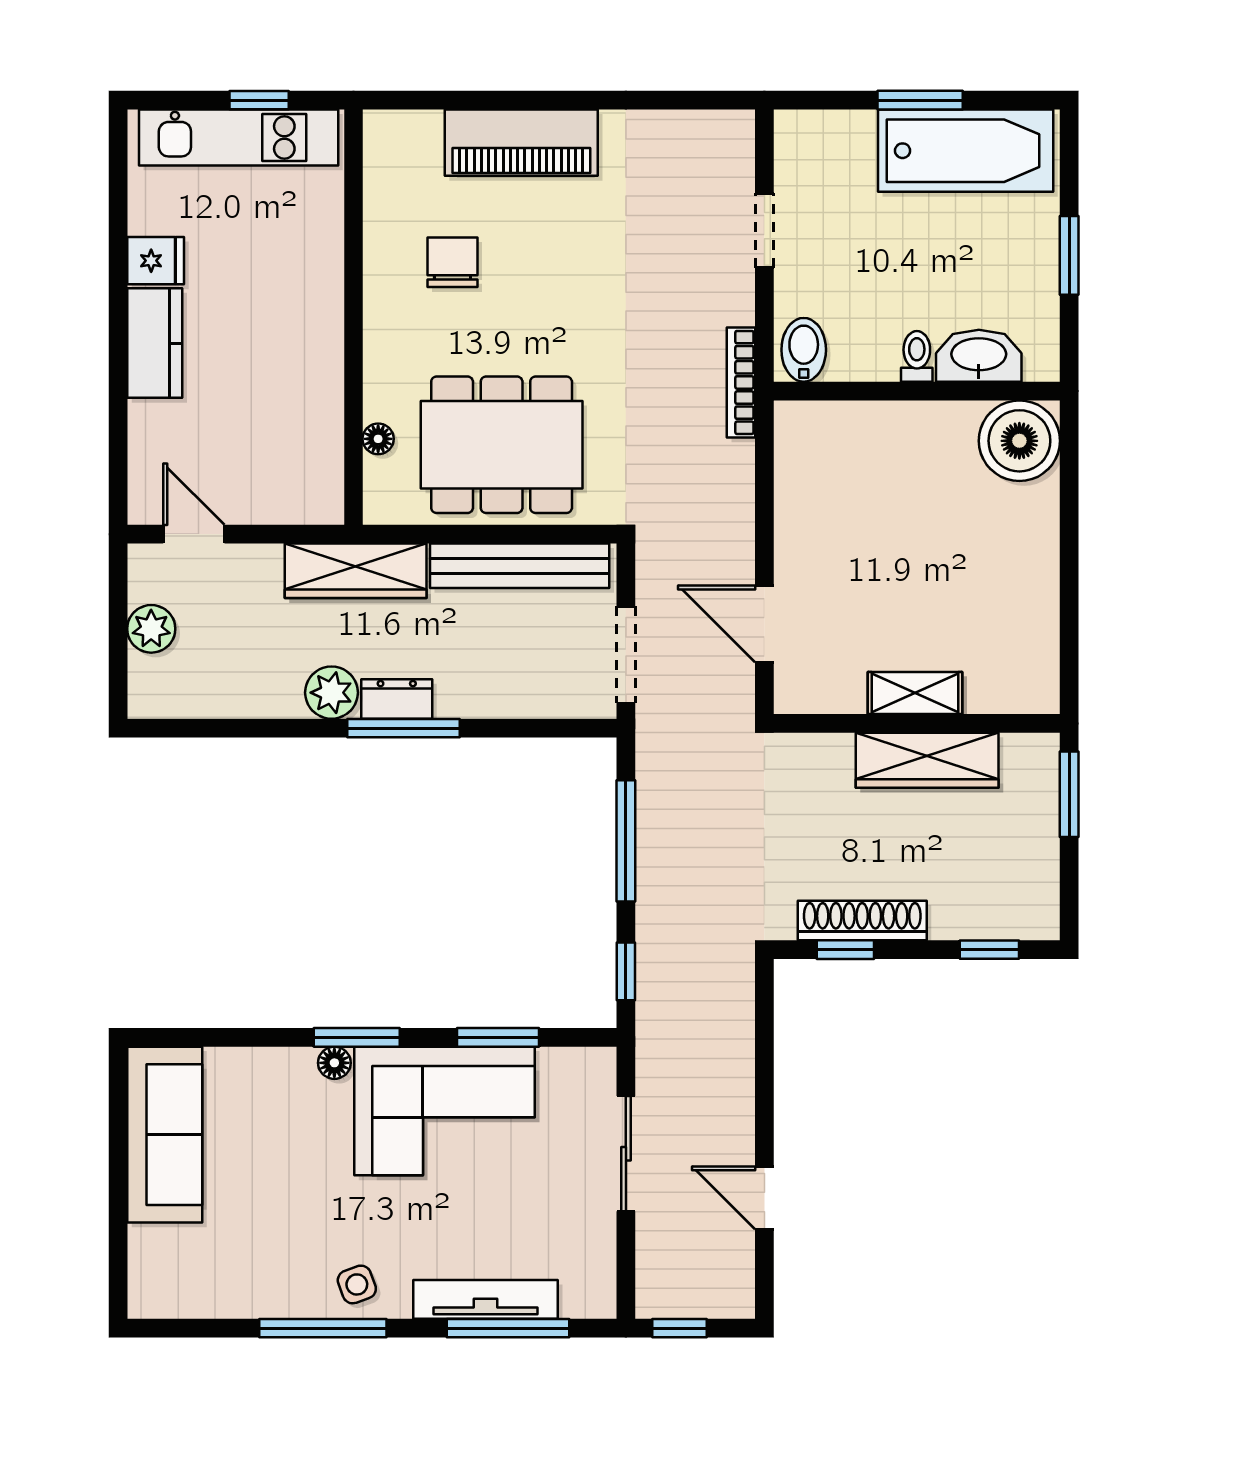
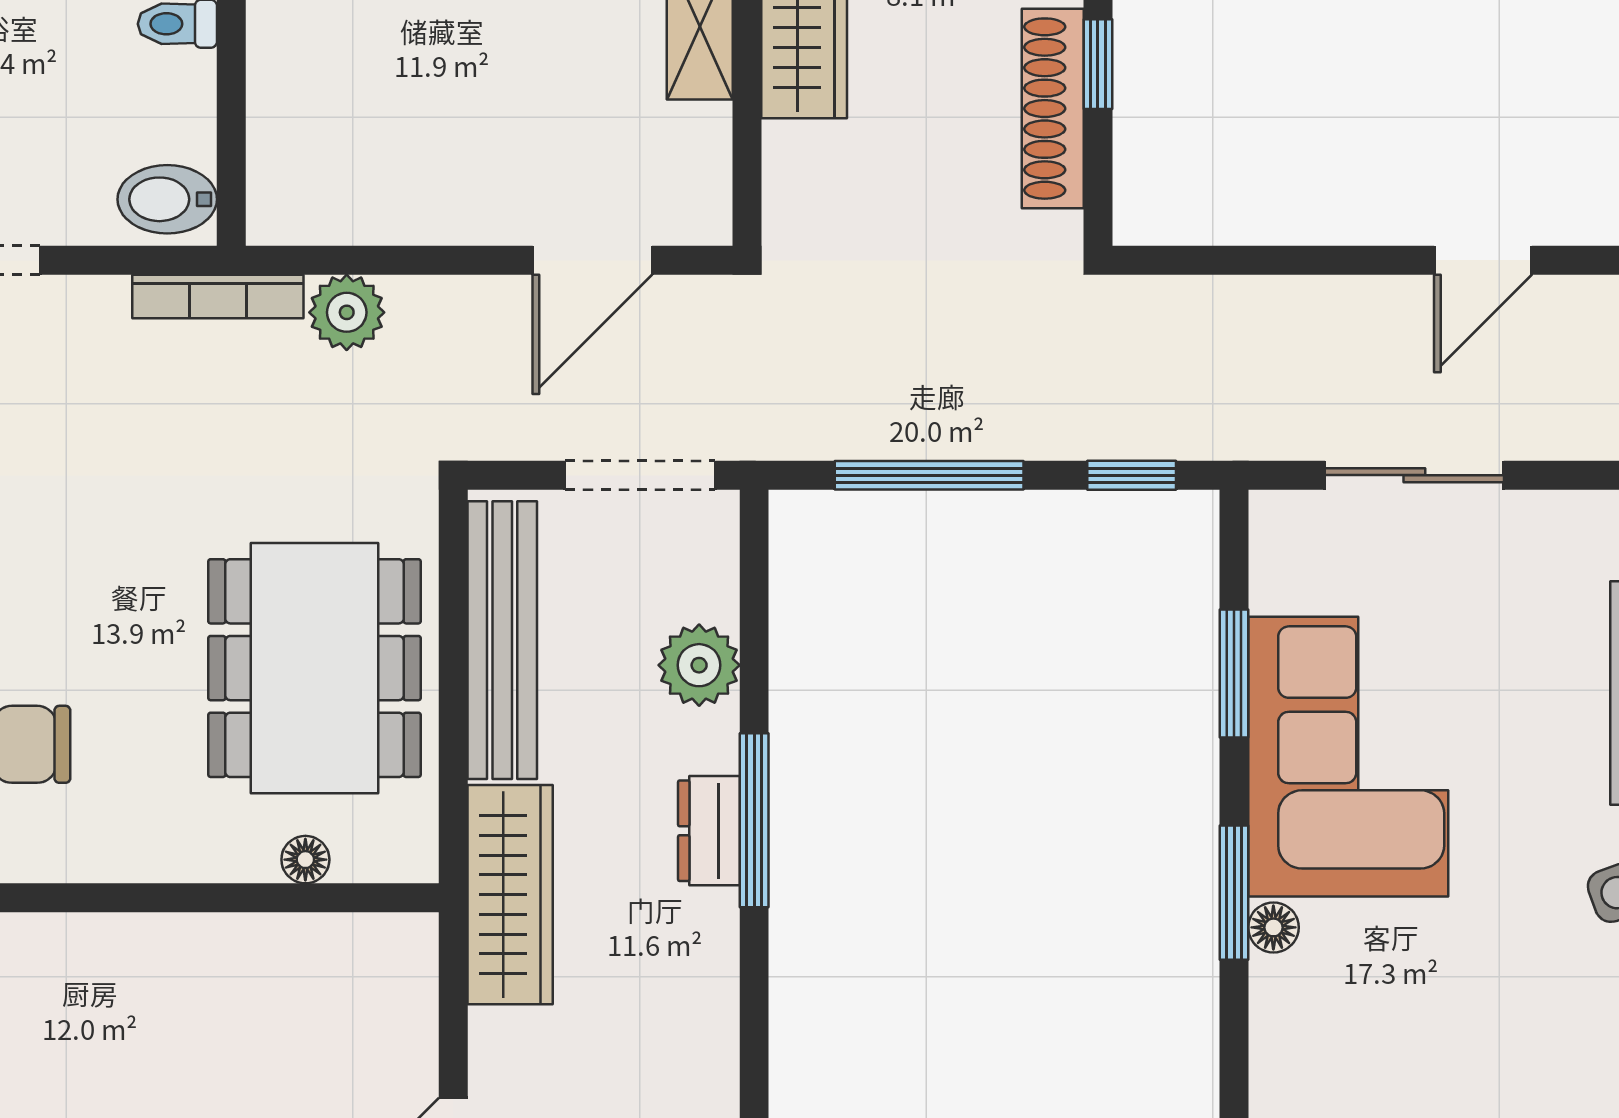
plant: (731, 466) -> (347, 312), added
plant: (332, 693) -> (699, 665), moved
window: (845, 950) -> (1098, 64), moved

